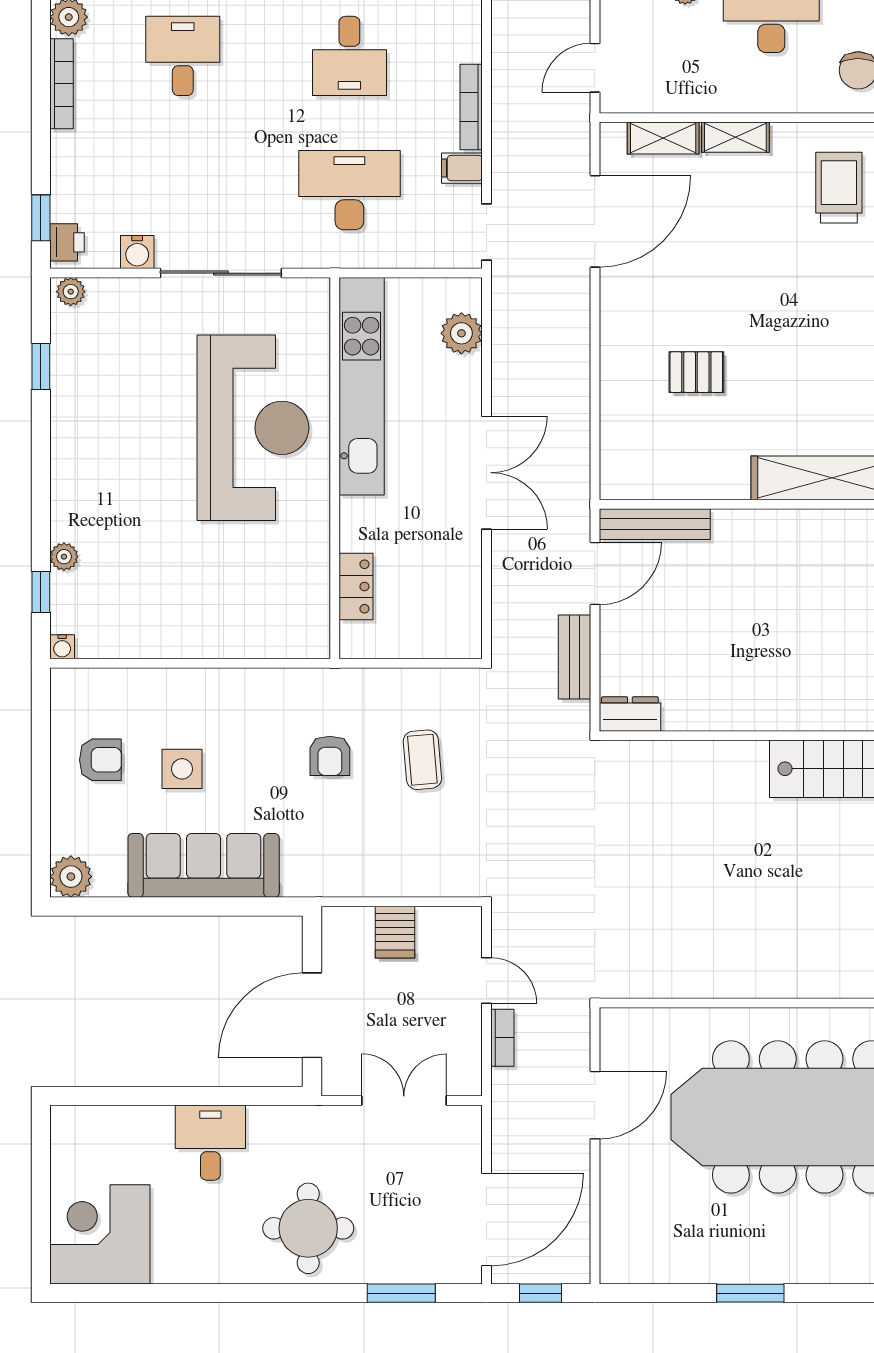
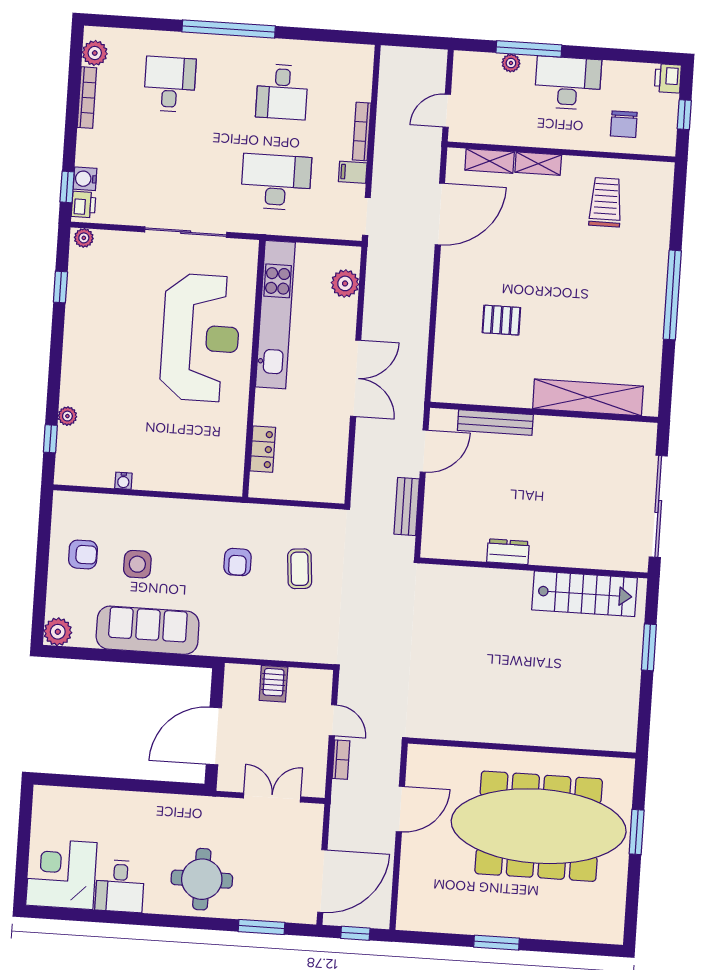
water cooler: (137, 252) -> (85, 179), moved, turned 90
bench: (655, 524) -> (495, 423), moved
water cooler: (62, 647) -> (123, 481), moved
dresser: (630, 714) -> (508, 552), moved
desk: (210, 1143) -> (120, 886), moved, turned 180

